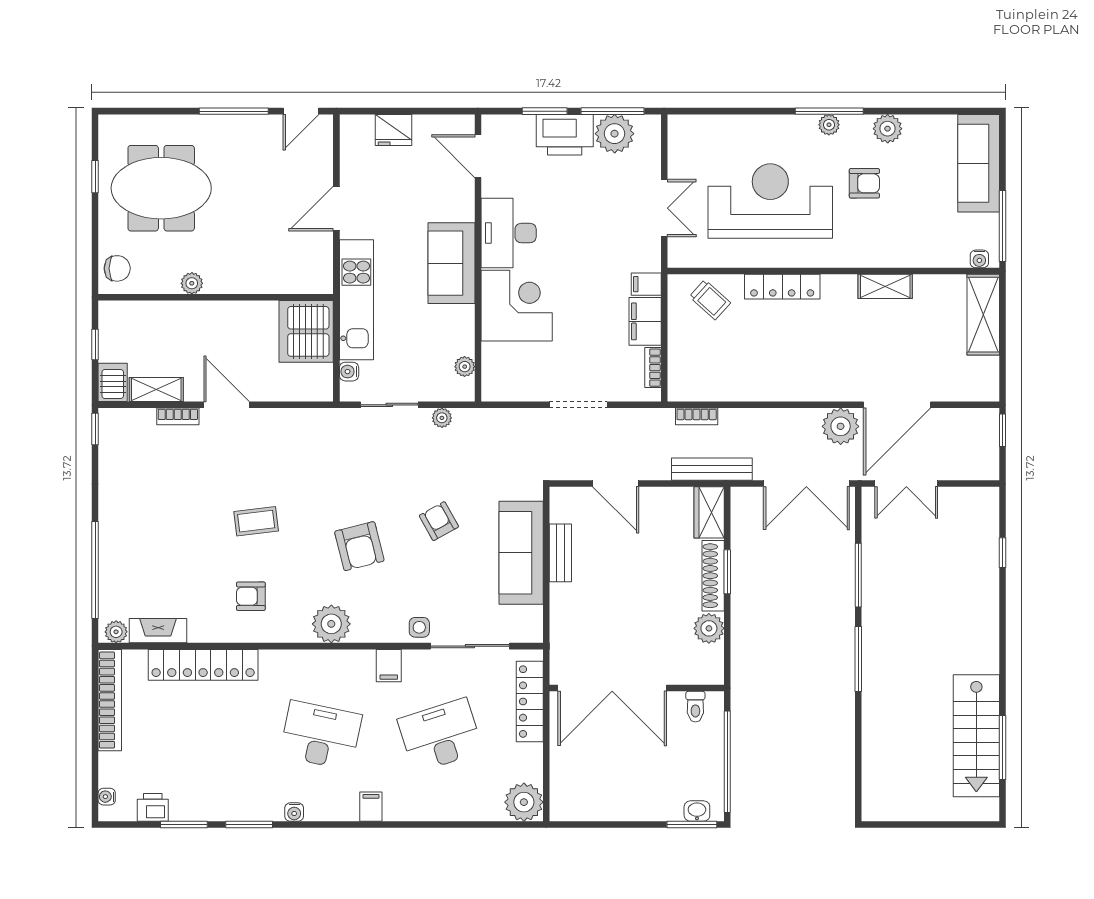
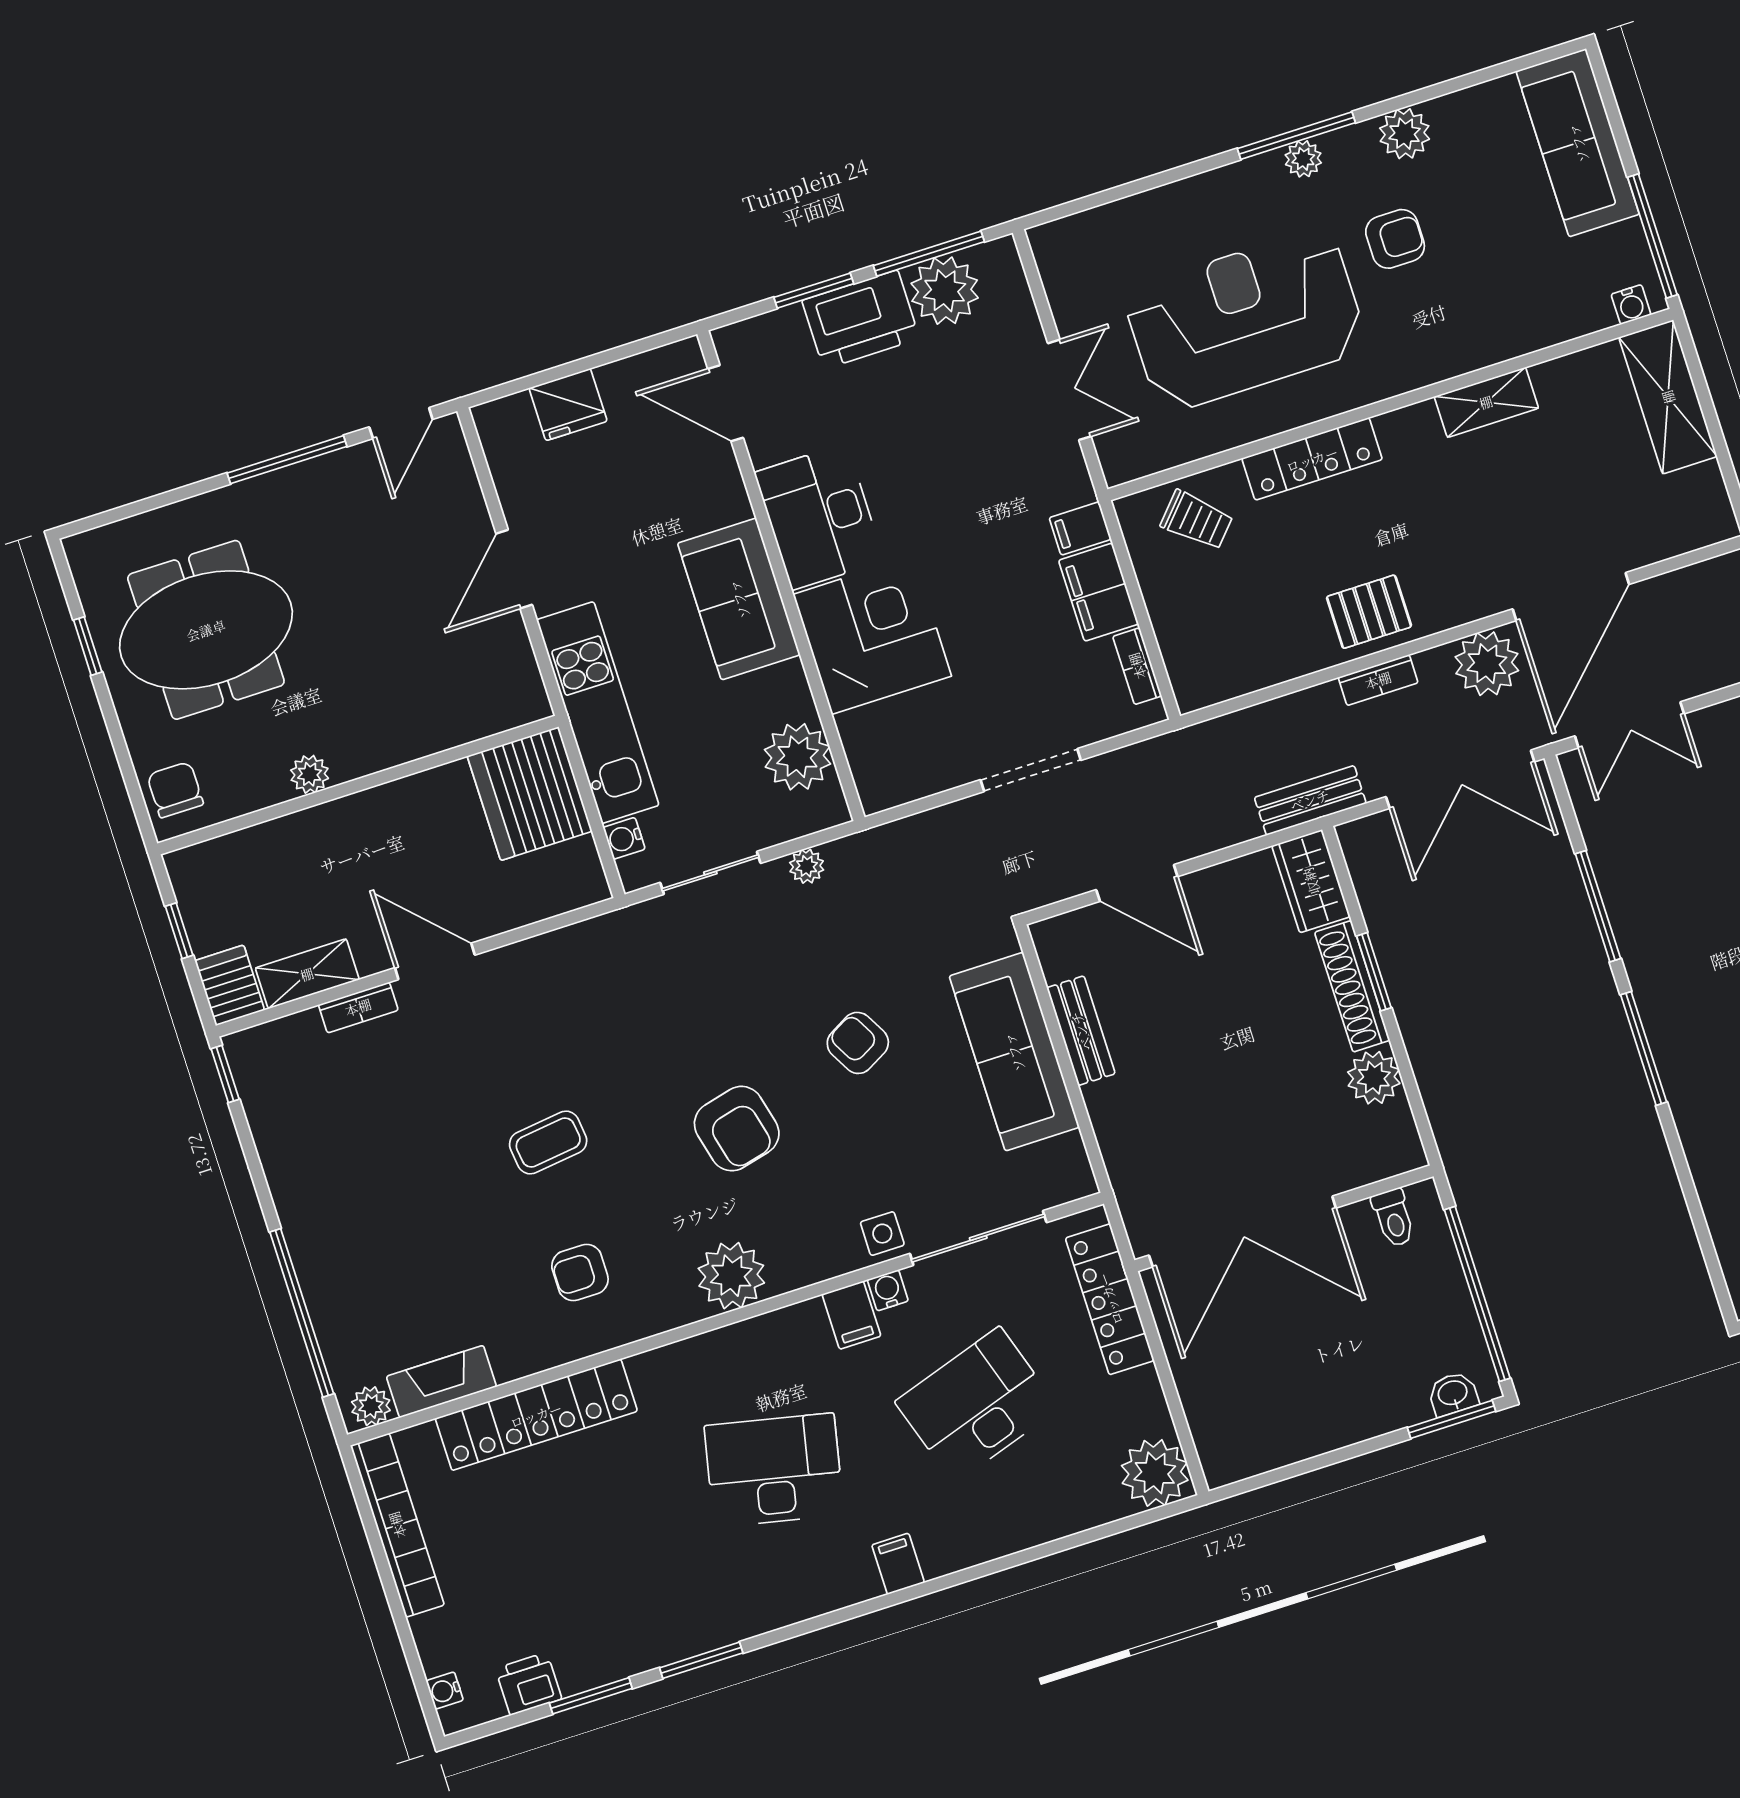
chair: (117, 268) -> (175, 790), turned -90
plant: (465, 367) -> (798, 757), width x1.87, depth x1.87
pallet: (786, 378) -> (1369, 612), added
bookcase: (697, 416) -> (1378, 680), moved
bench: (712, 469) -> (1310, 800), width x0.73
water cooler: (294, 812) -> (888, 1290), moved, turned 180

